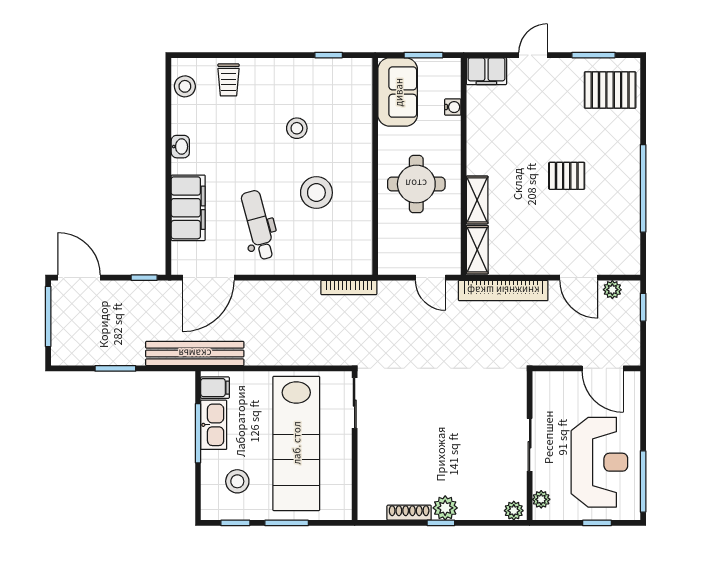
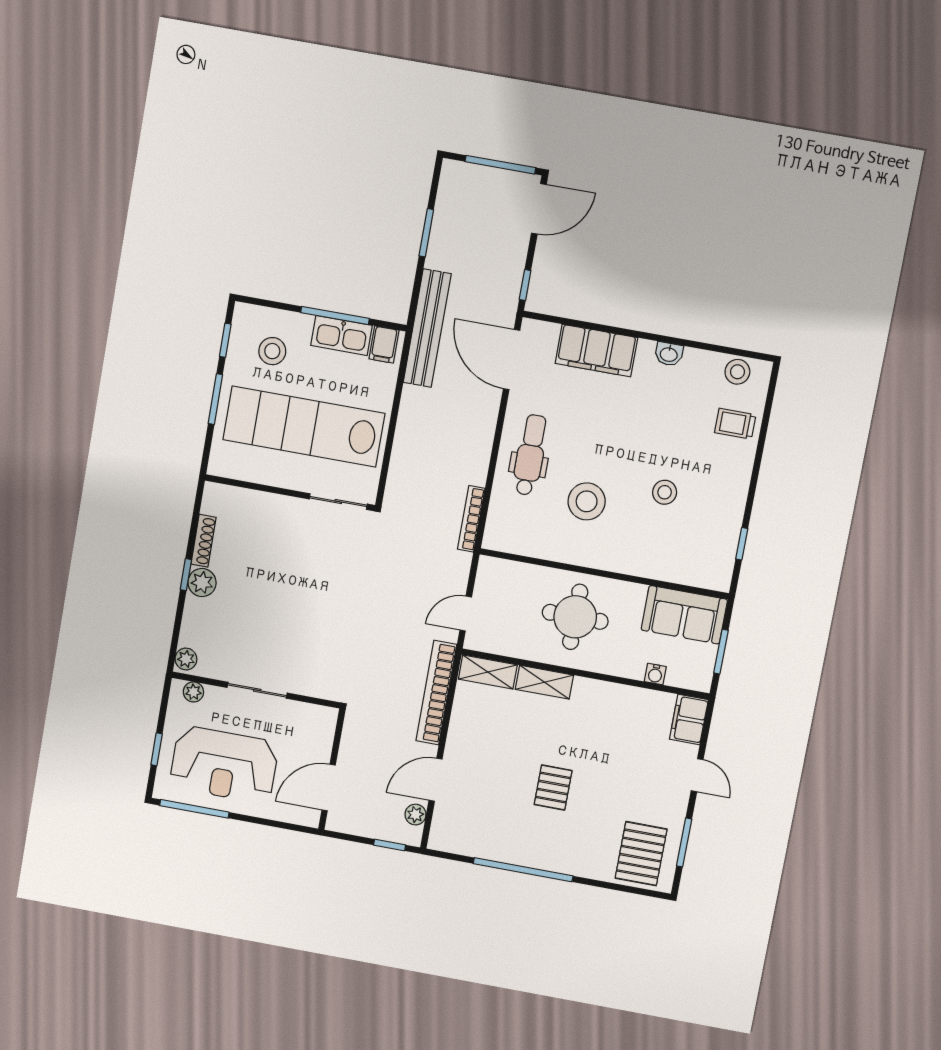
dental chair: (258, 225) -> (530, 455), moved, turned -75

